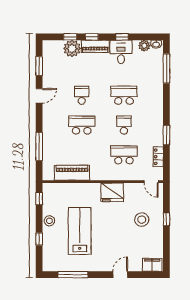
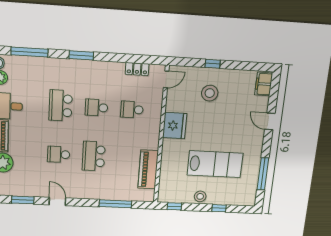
window: (166, 135) -> (81, 55), moved
school desk: (124, 155) -> (132, 110), width x0.54
lab bench: (80, 231) -> (215, 164), turned 180

